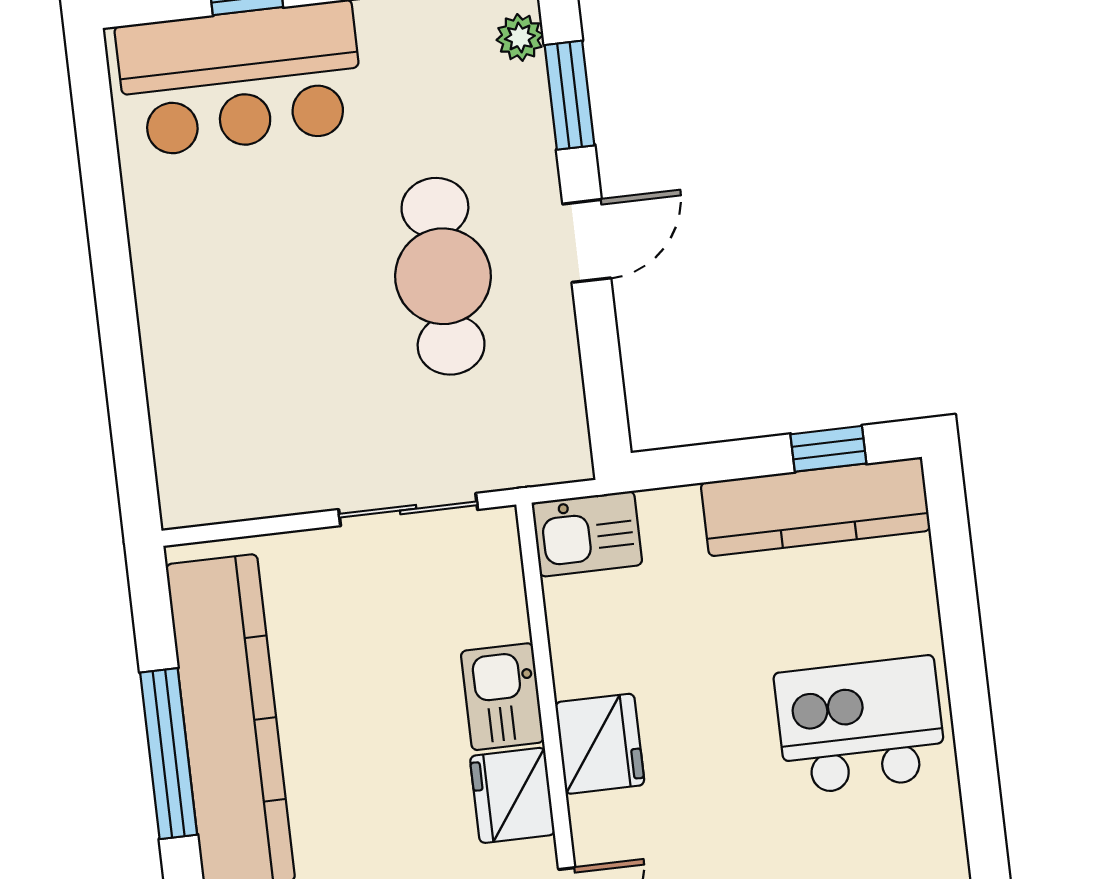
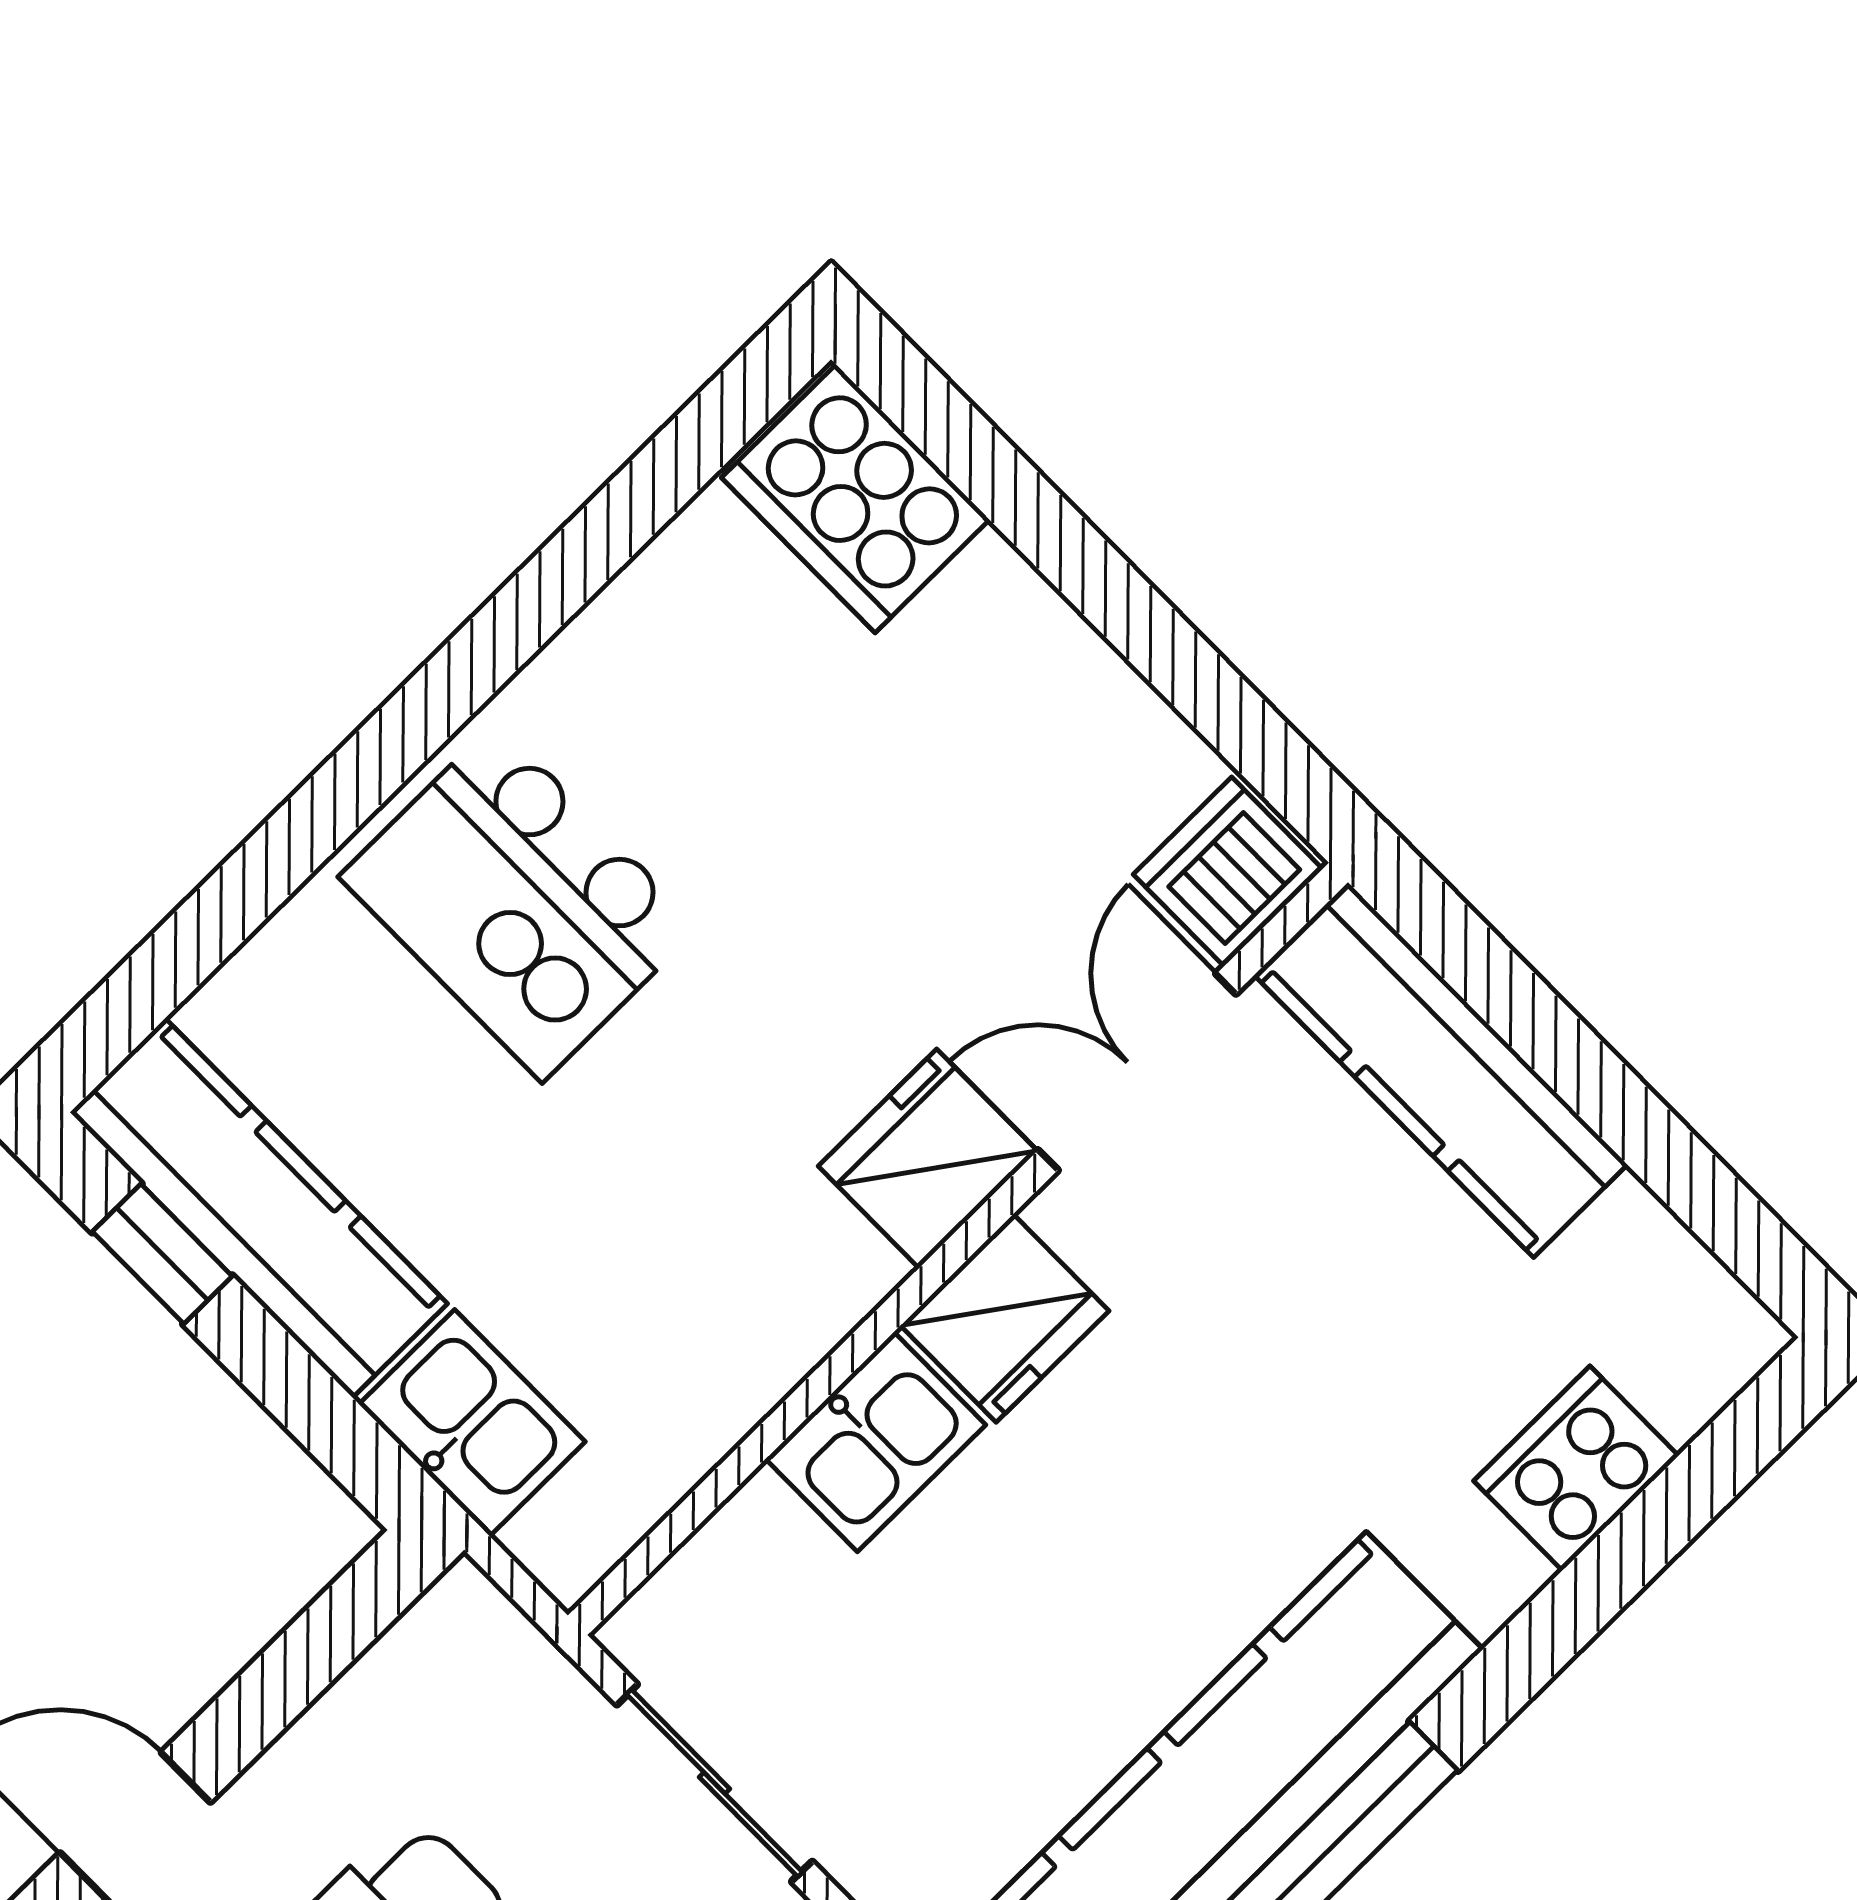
kitchen sink: (587, 534) -> (472, 1423), moved
fridge: (600, 744) -> (928, 1159), moved

